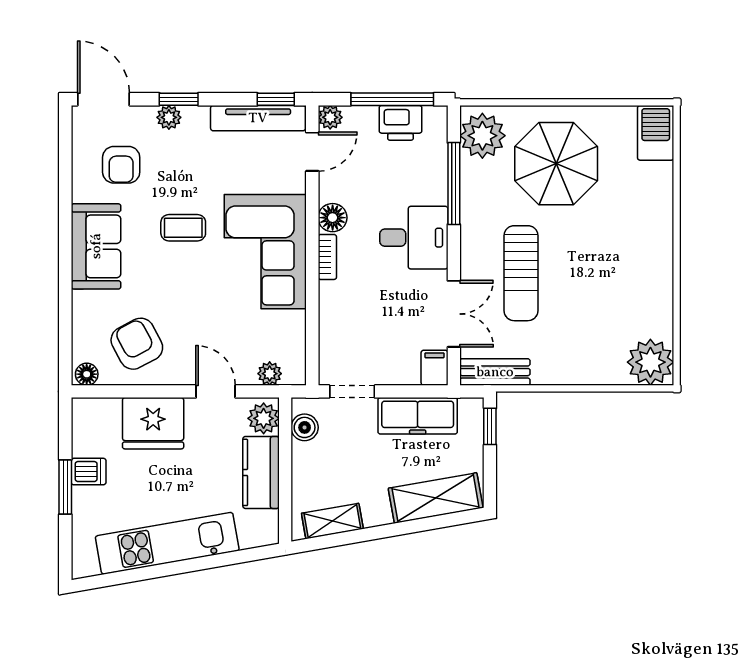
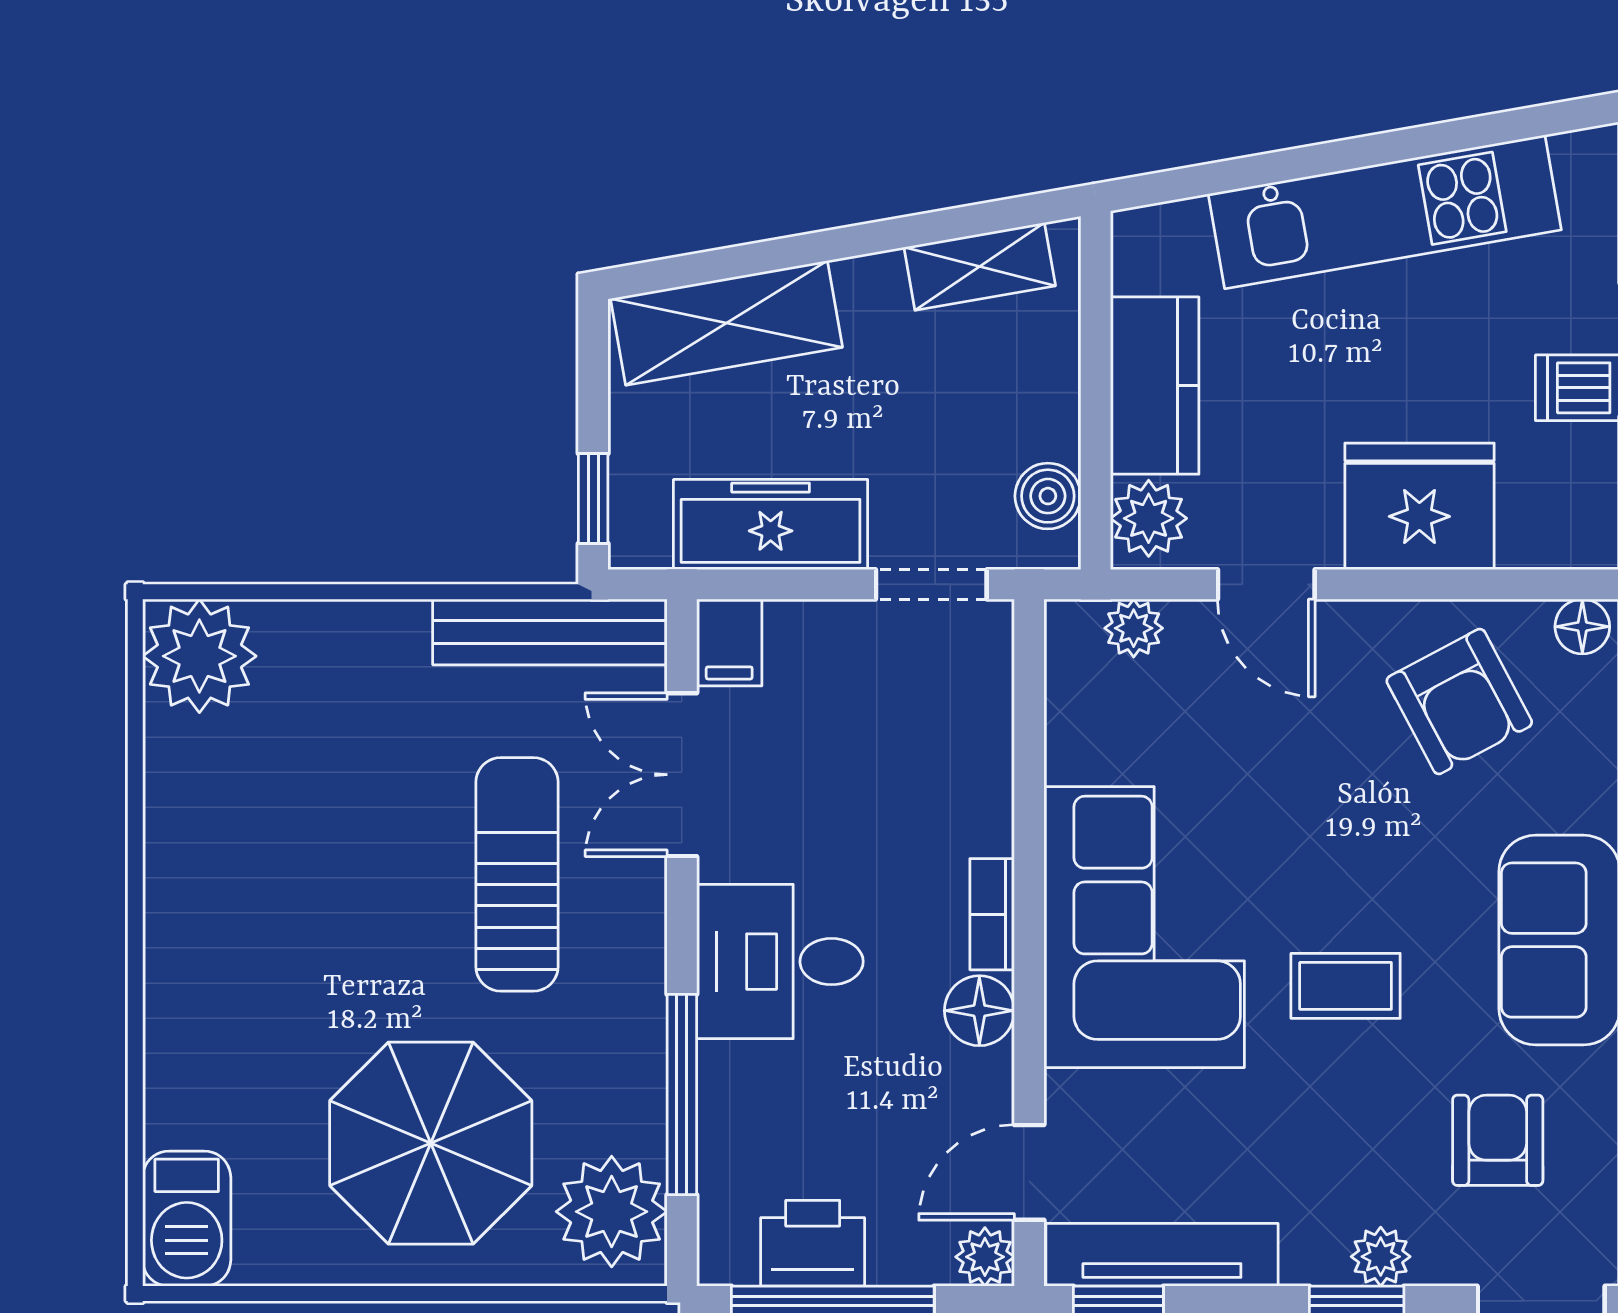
bench: (495, 372) -> (550, 632), width x1.36

